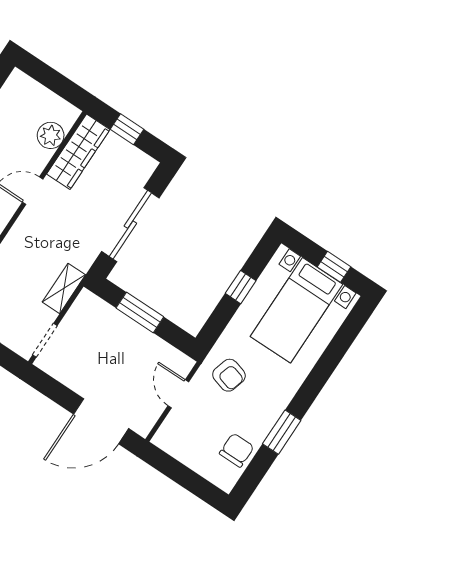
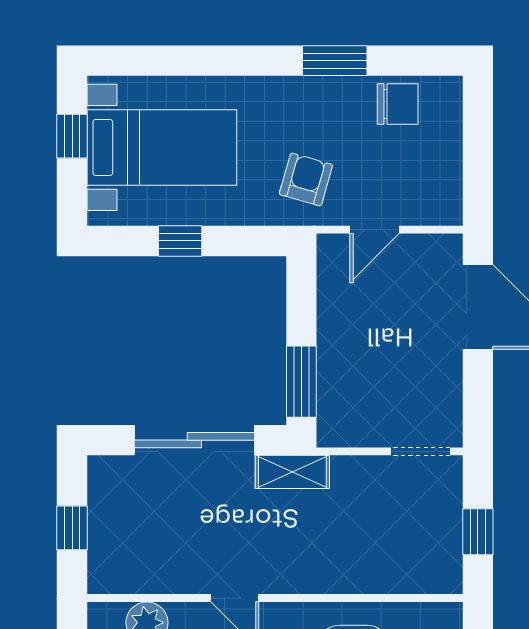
wardrobe: (78, 152) -> (144, 572), removed
shelving: (64, 288) -> (292, 472), moved
window: (140, 312) -> (301, 382), moved
chair: (237, 450) -> (398, 104), turned 180

